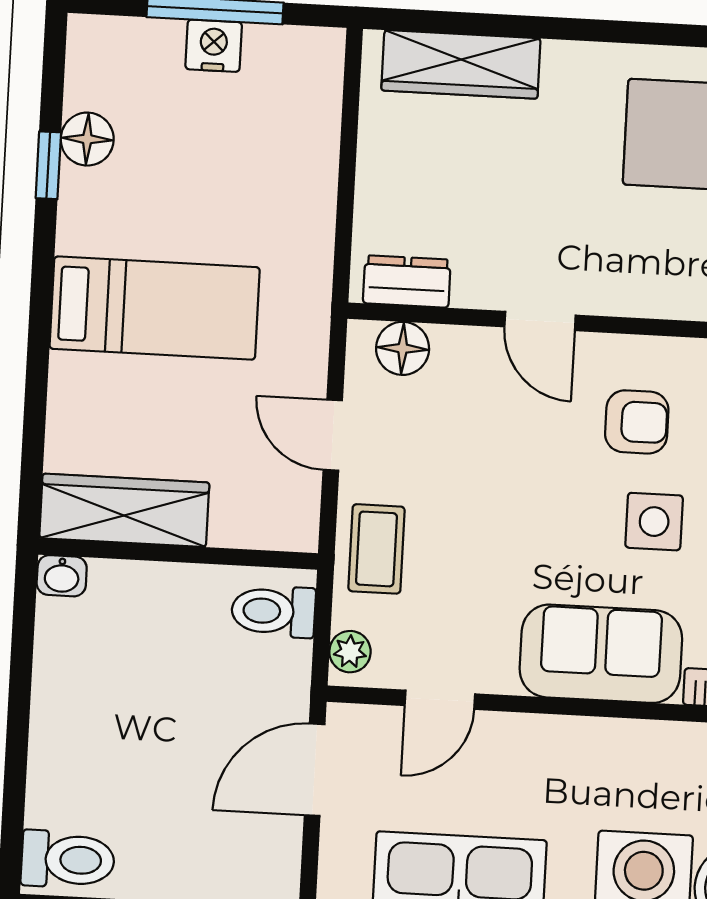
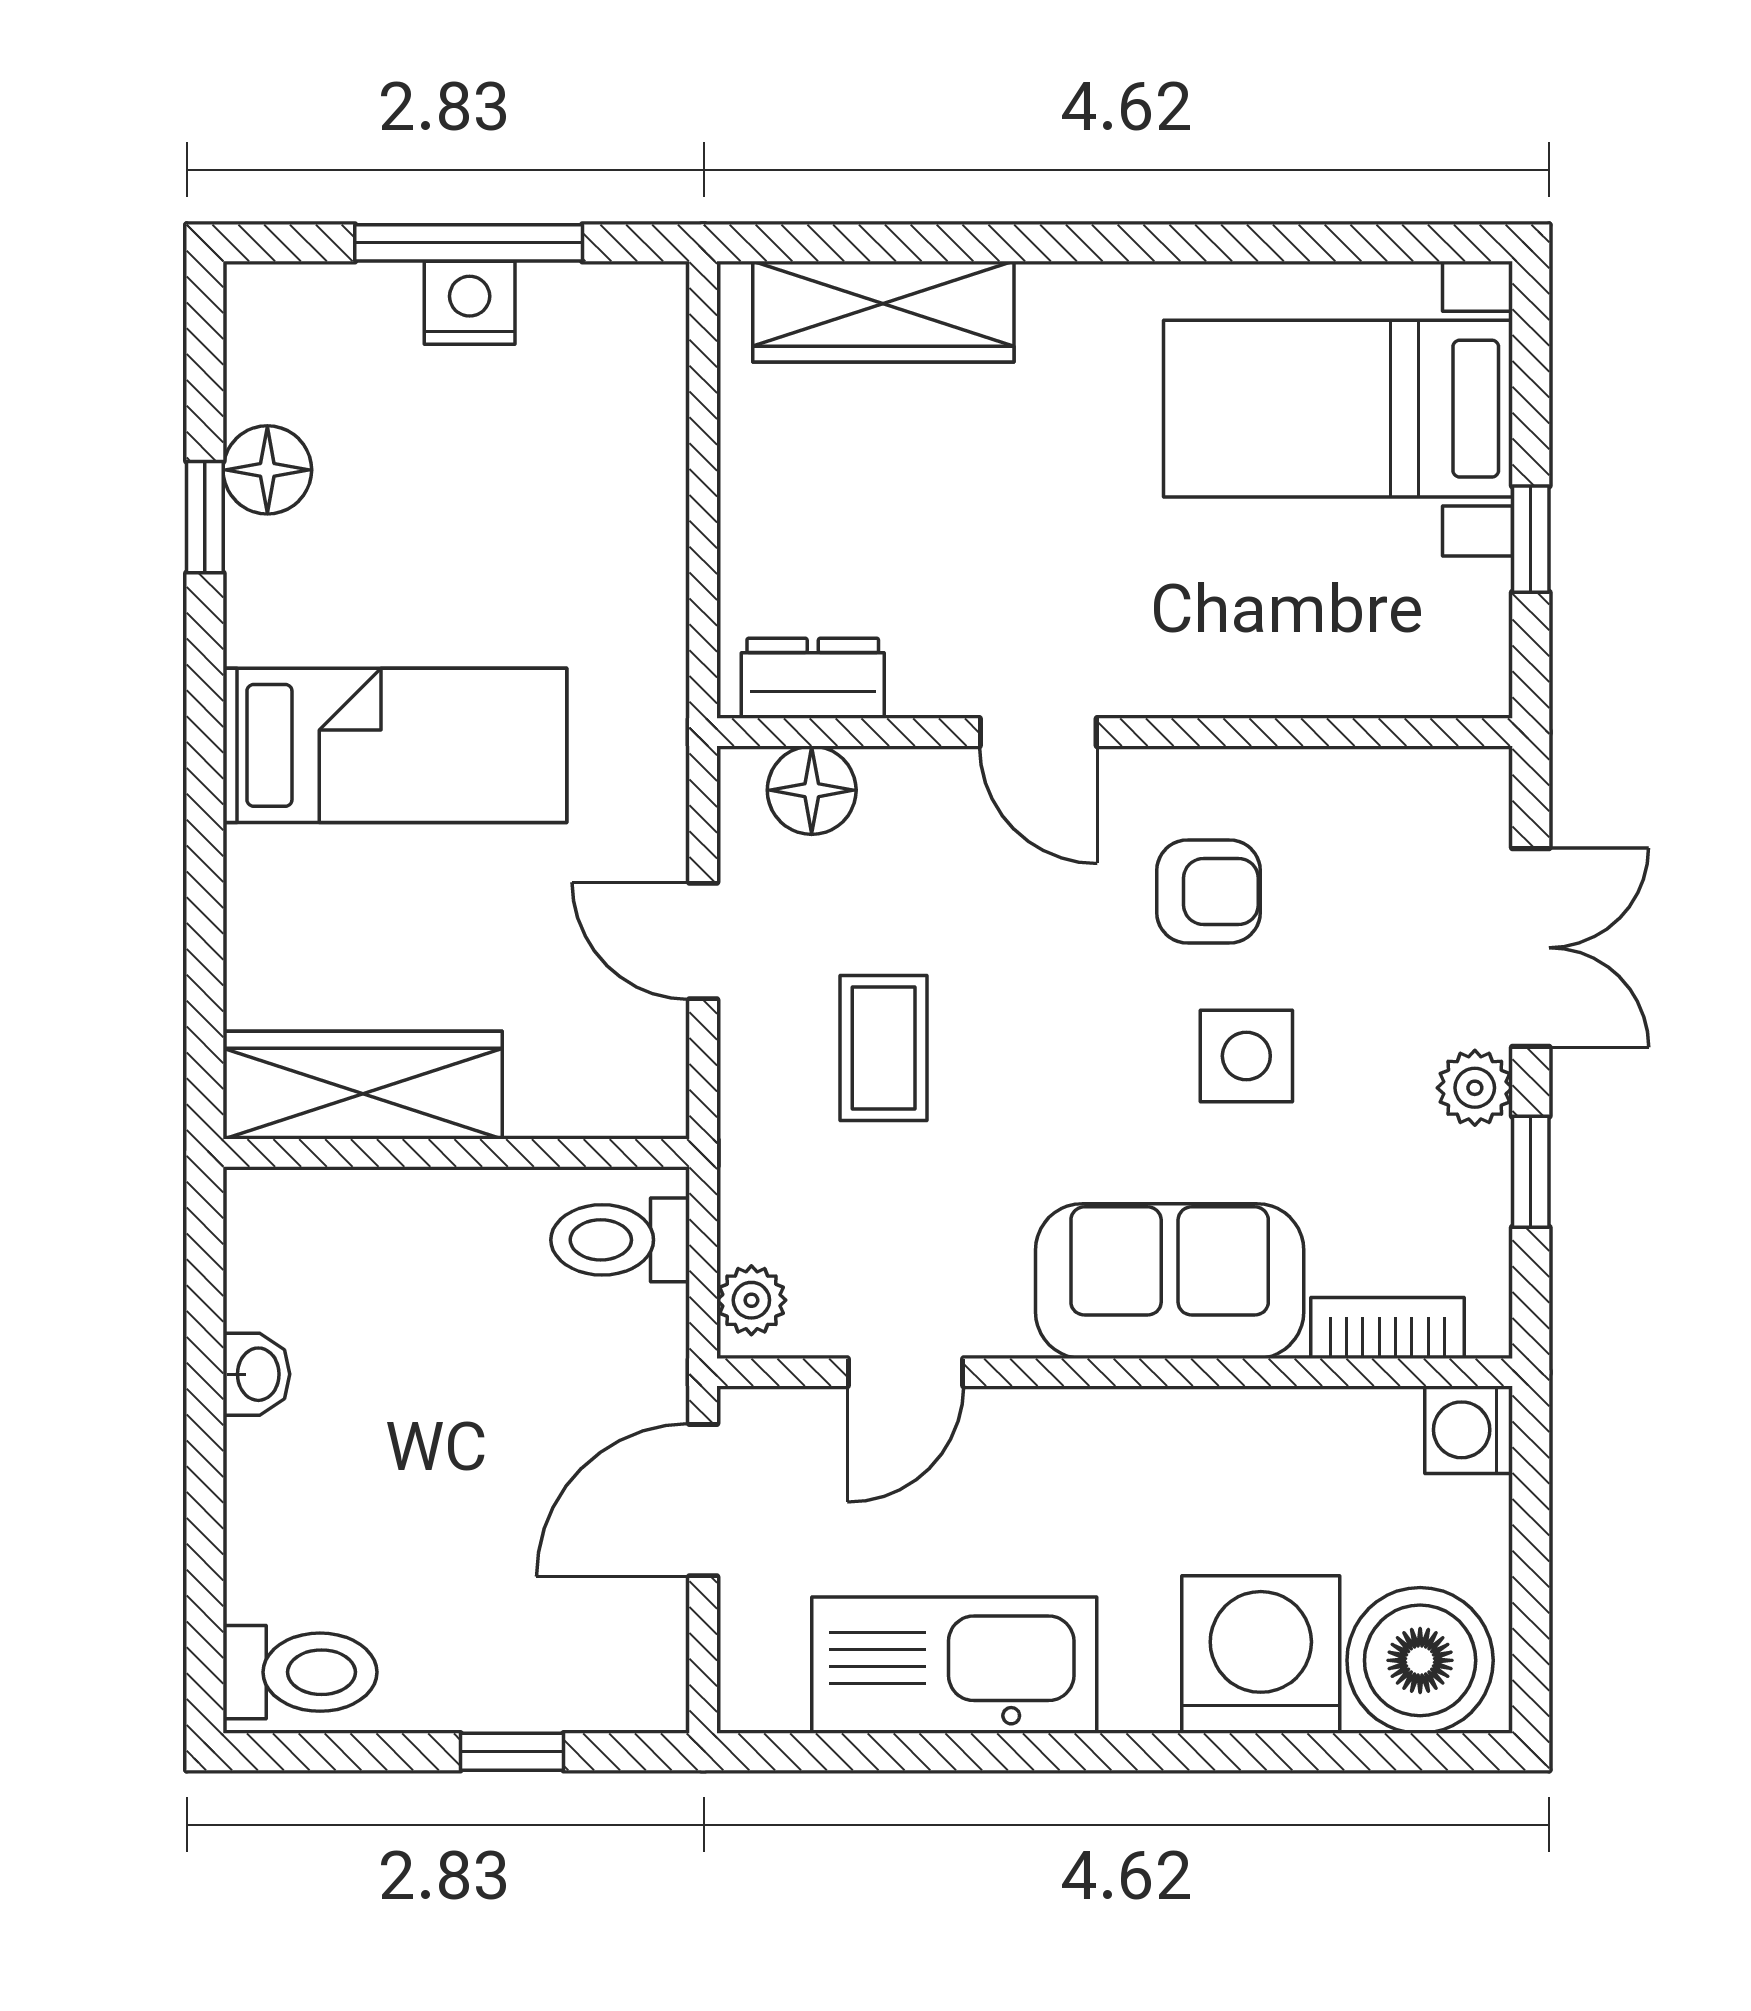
coffee table: (377, 549) -> (884, 1048), moved
washbasin: (62, 576) -> (256, 1374), moved, turned -90

